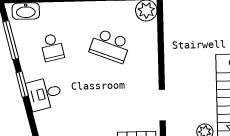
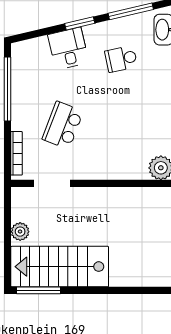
school desk: (110, 46) -> (63, 125), moved

